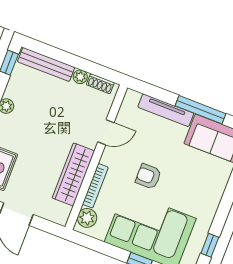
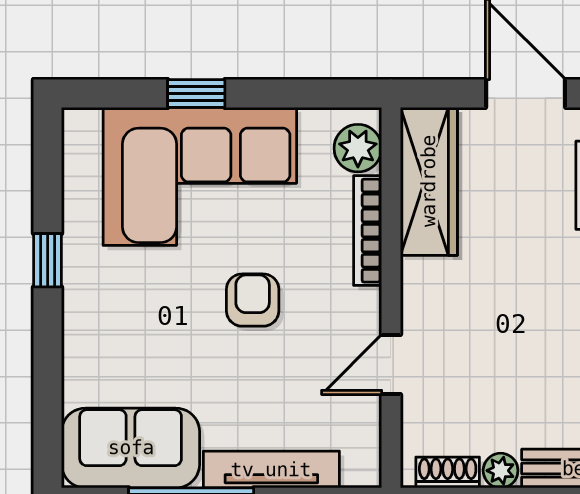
wardrobe: (73, 174) -> (429, 181), moved
armchair: (148, 176) -> (253, 300), turned -90
window: (210, 245) -> (48, 260), moved

